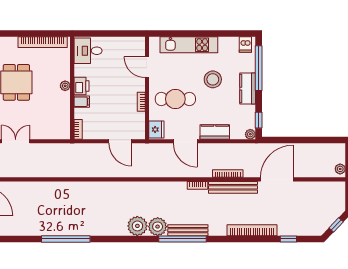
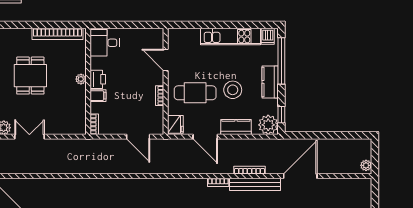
kitchen unit: (189, 45) -> (231, 37), moved
stool: (213, 79) -> (233, 90), moved
plant: (250, 134) -> (268, 125), width x1.87, depth x1.87

